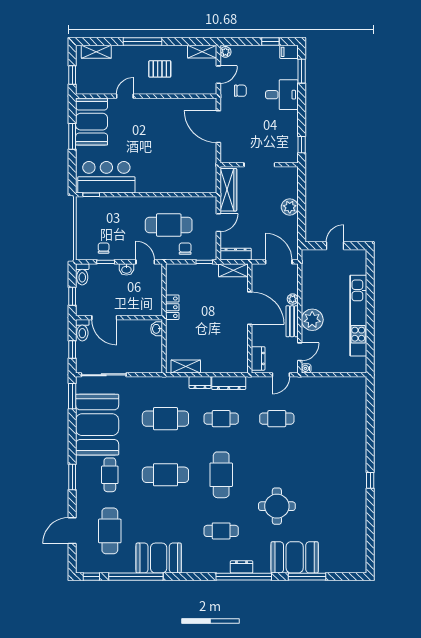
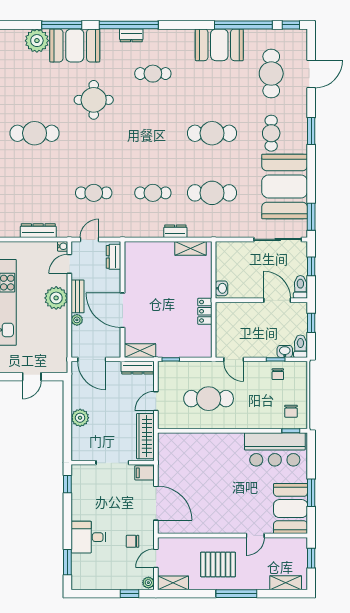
window: (270, 41) -> (130, 594), moved
filing cabinet: (289, 52) -> (144, 473), moved, turned 180
pallet: (160, 69) -> (218, 564), width x1.50, depth x1.42
chair: (185, 249) -> (291, 411), moved
washbasin: (126, 269) -> (285, 351), moved
dresser: (229, 383) -> (38, 231), moved
cafe table: (221, 475) -> (35, 133), moved, turned 90
plant: (330, 562) -> (37, 41), added

